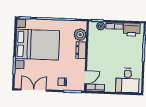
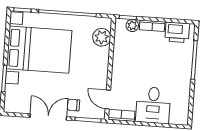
dresser: (81, 50) -> (102, 60), removed
door: (86, 77) -> (108, 100), swing flipped
desk: (128, 80) -> (153, 105), moved
double door: (34, 90) -> (48, 117), moved

